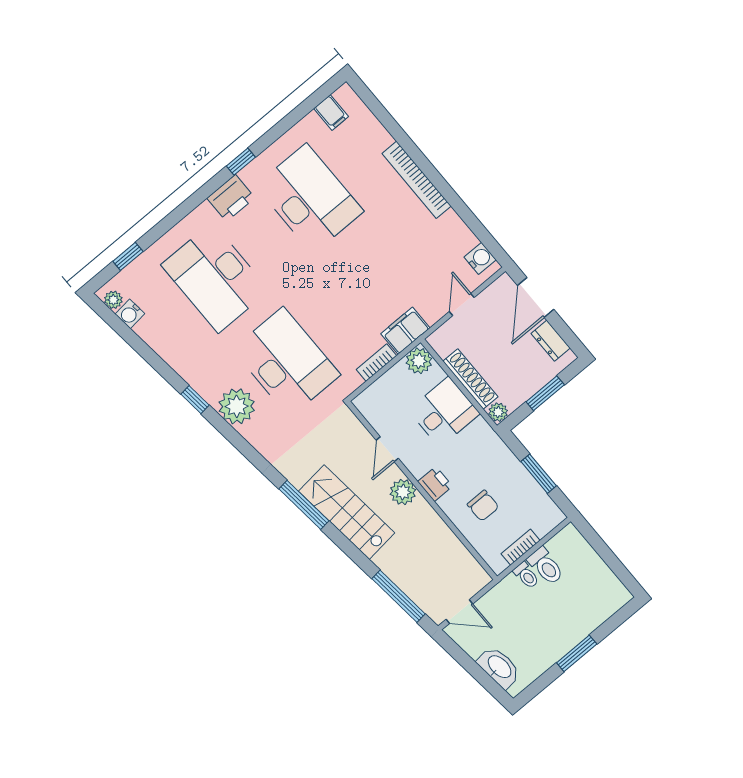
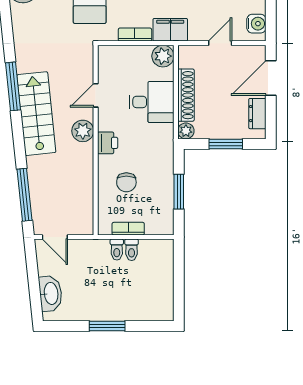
toilet: (546, 566) -> (132, 250), width x0.73, depth x0.72

